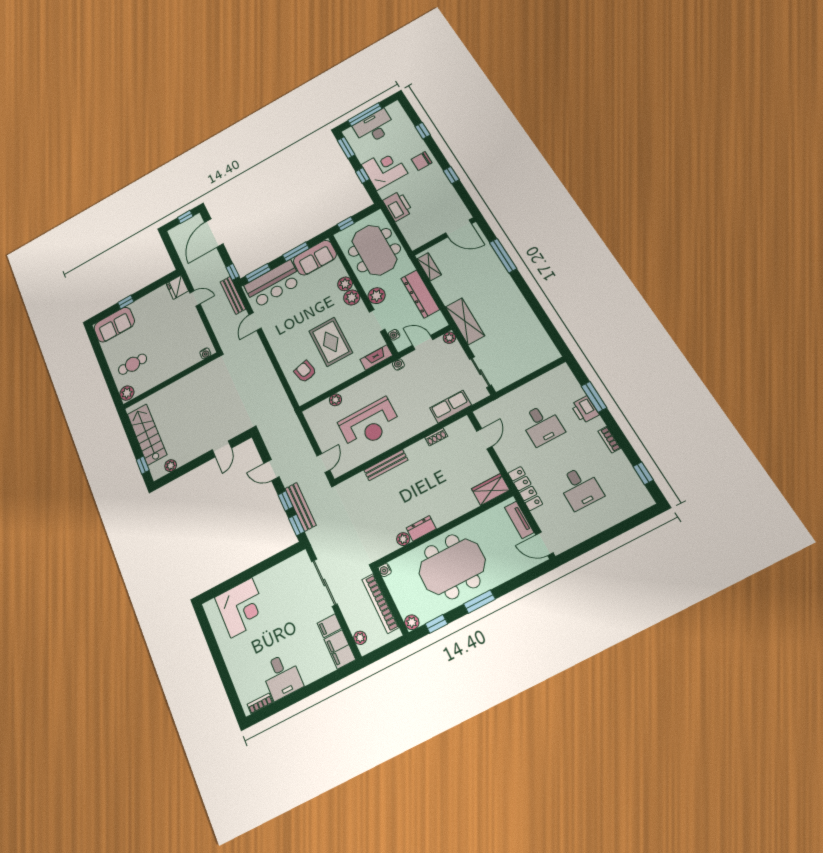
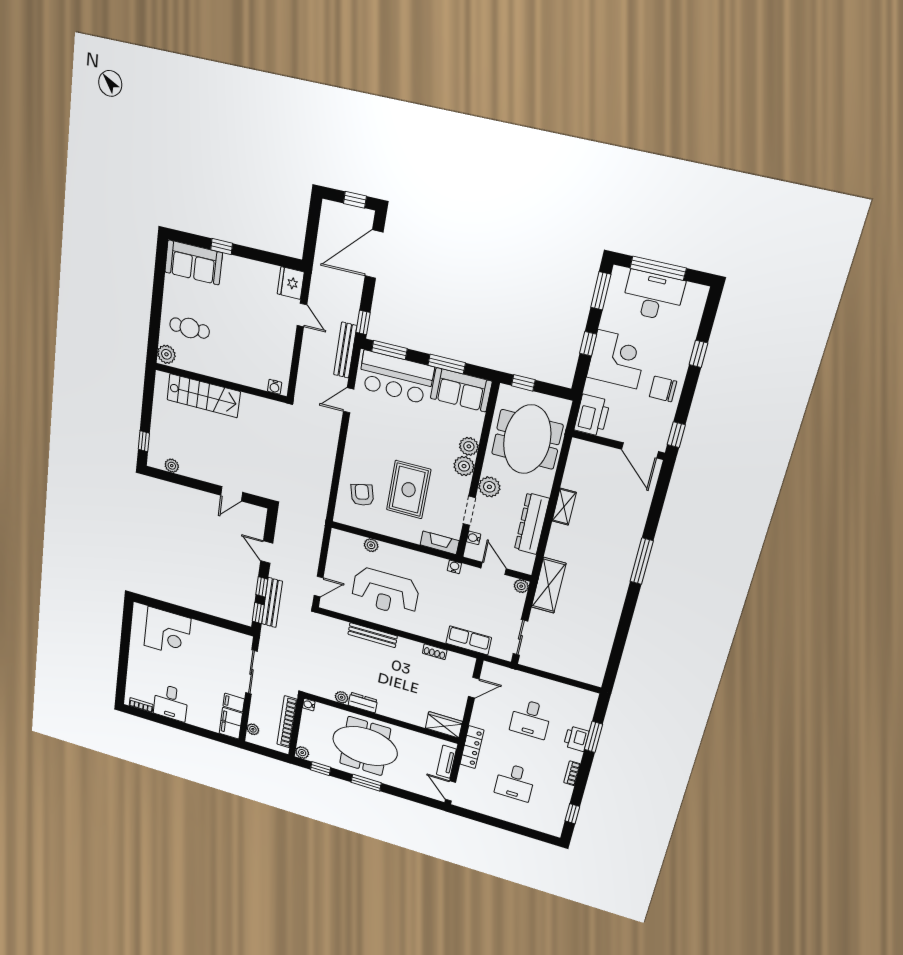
door: (459, 228) -> (640, 450), moved
wall: (444, 237) -> (618, 445), moved
stairs: (147, 434) -> (204, 396), moved, turned 90

